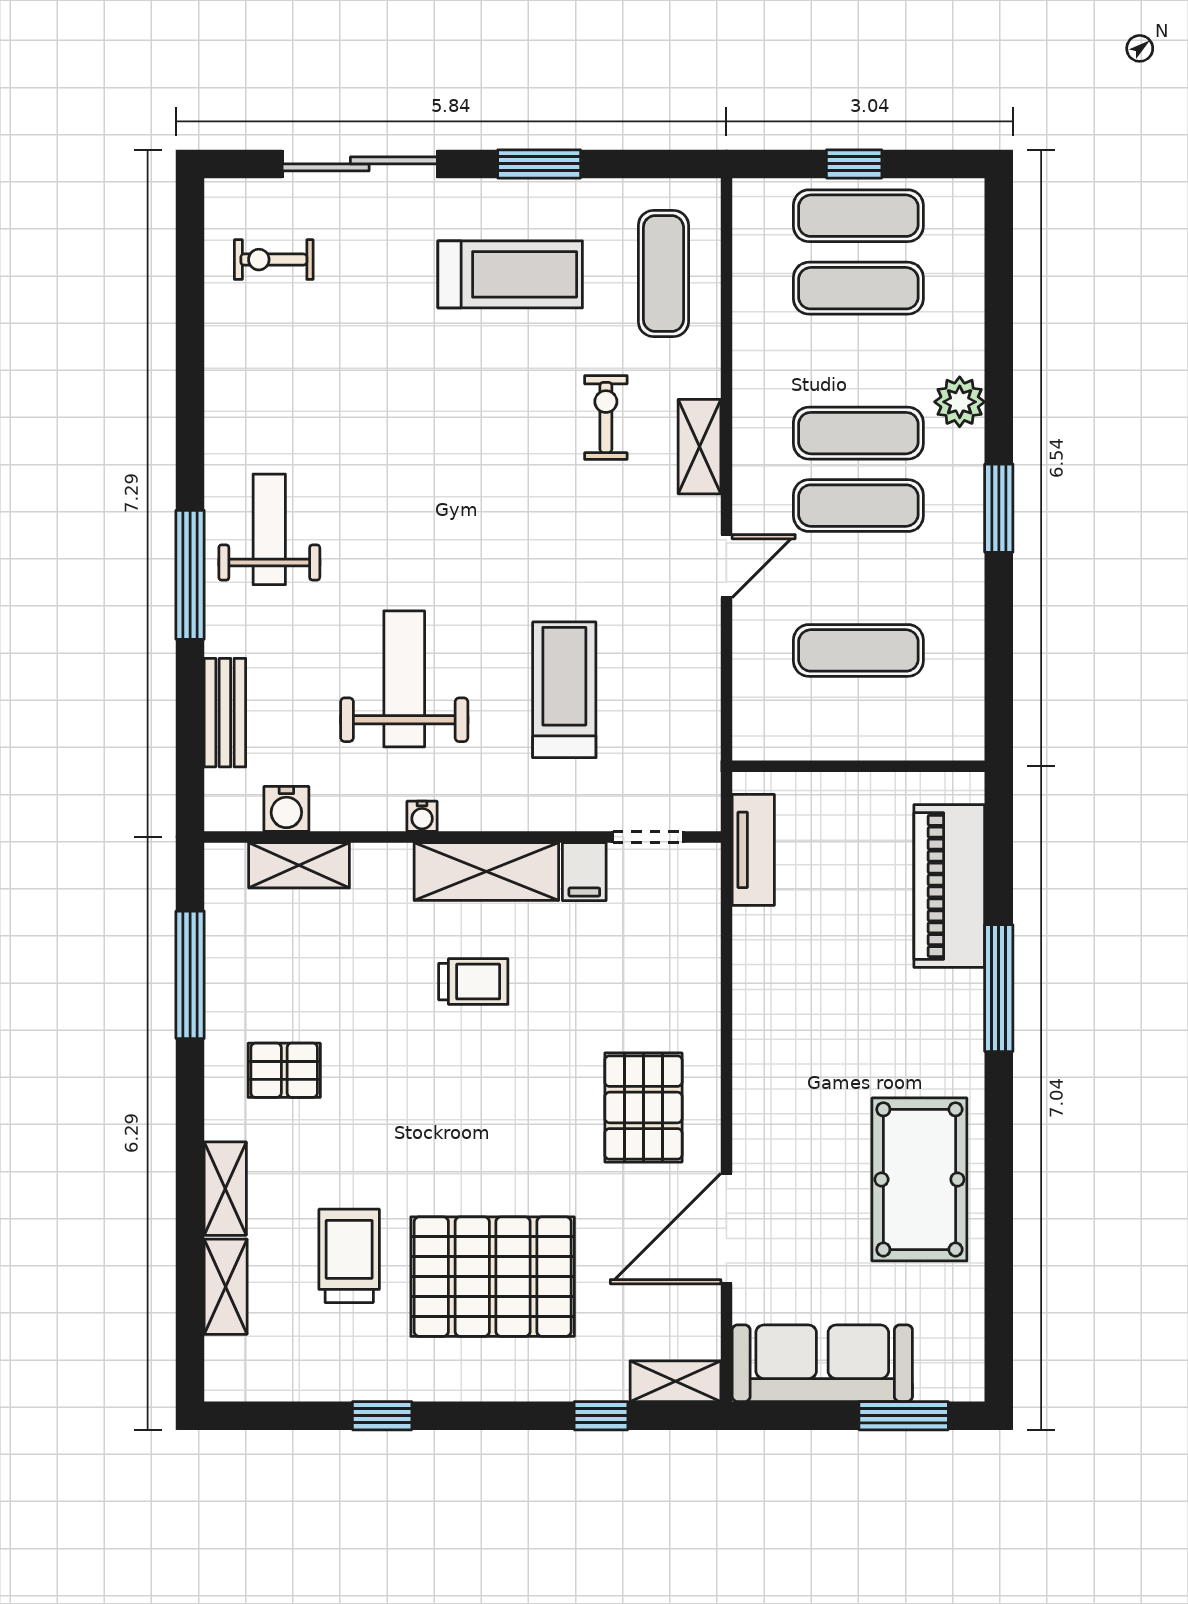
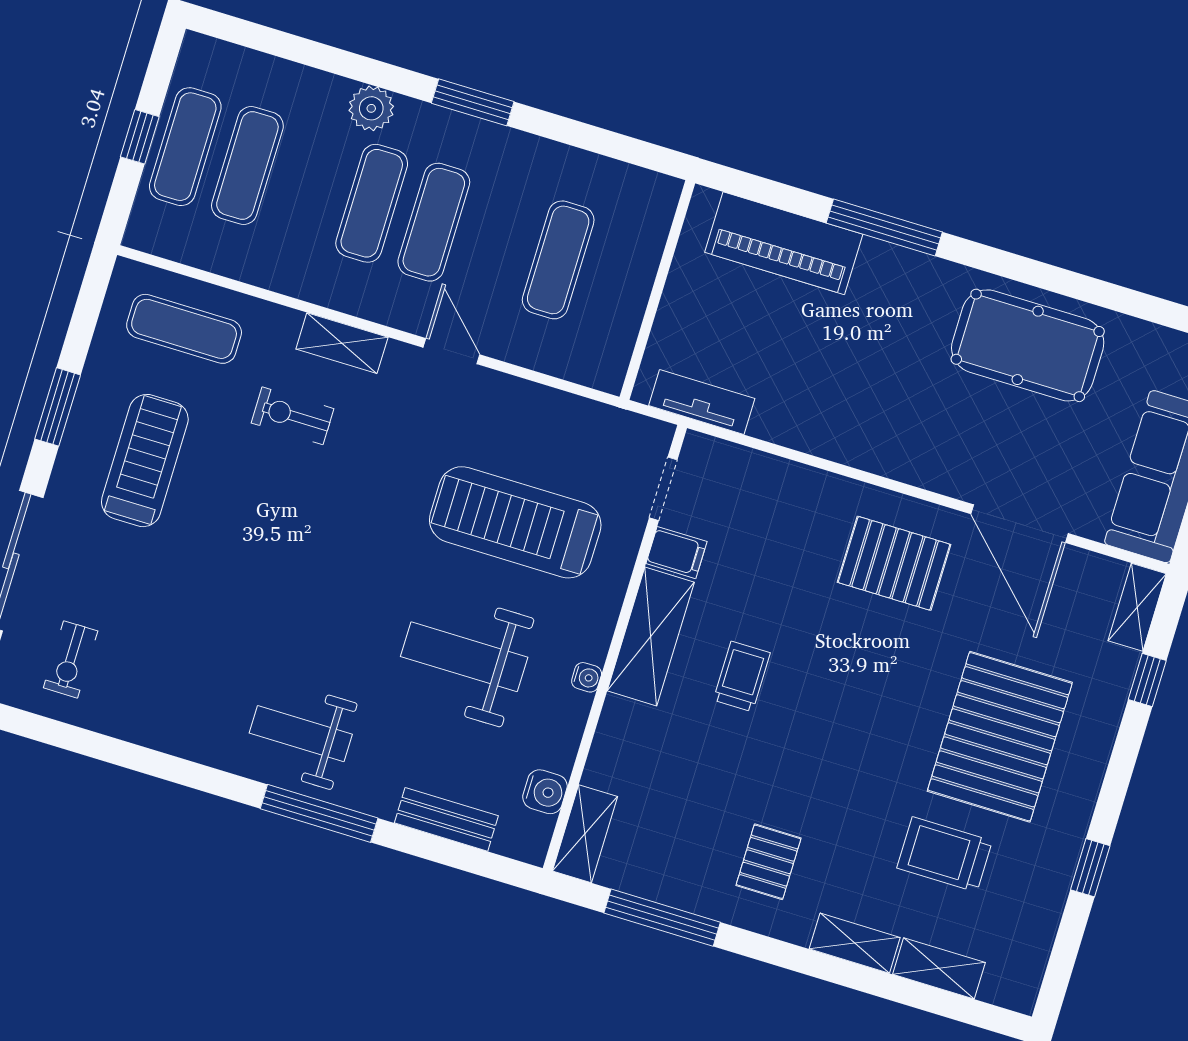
treadmill: (564, 690) -> (515, 522), width x1.37, depth x1.38
shelving: (299, 865) -> (585, 834), moved

